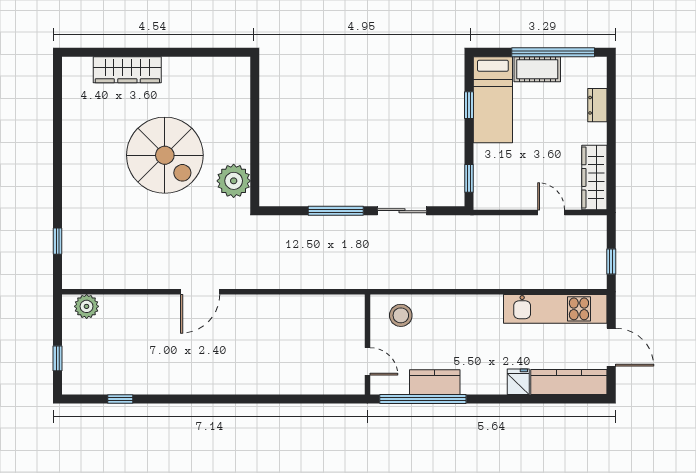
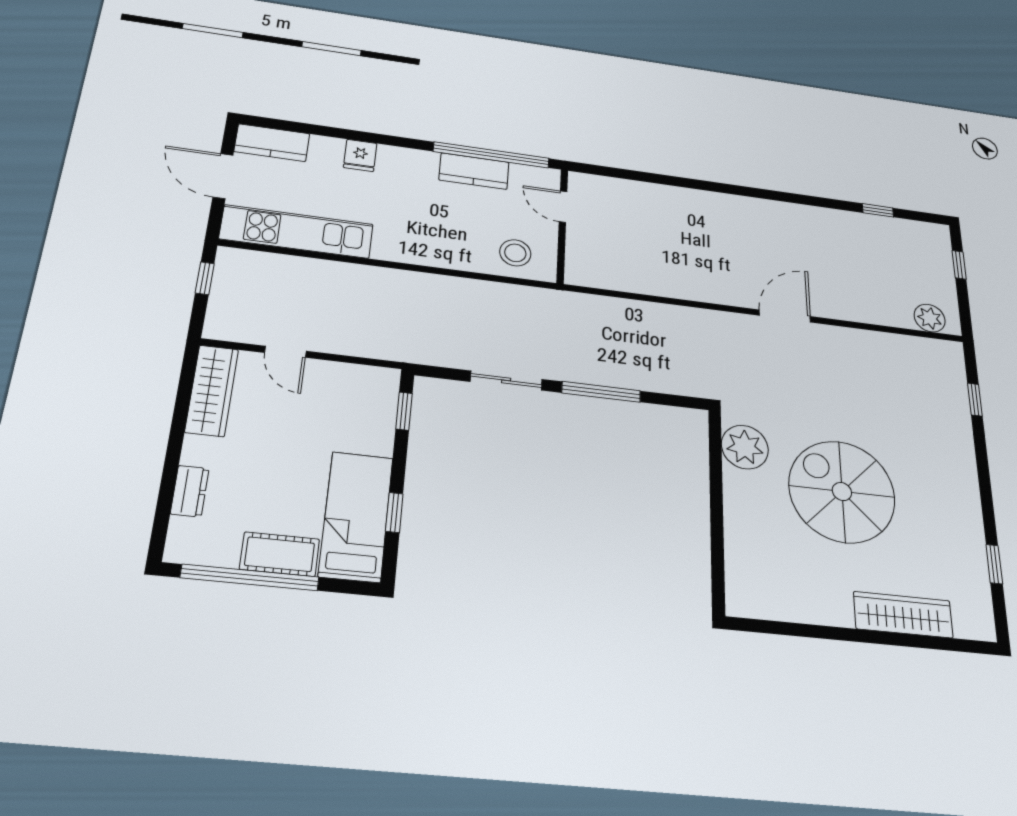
window: (58, 113) -> (994, 564), added
kitchen counter: (569, 382) -> (272, 143), width x0.67

